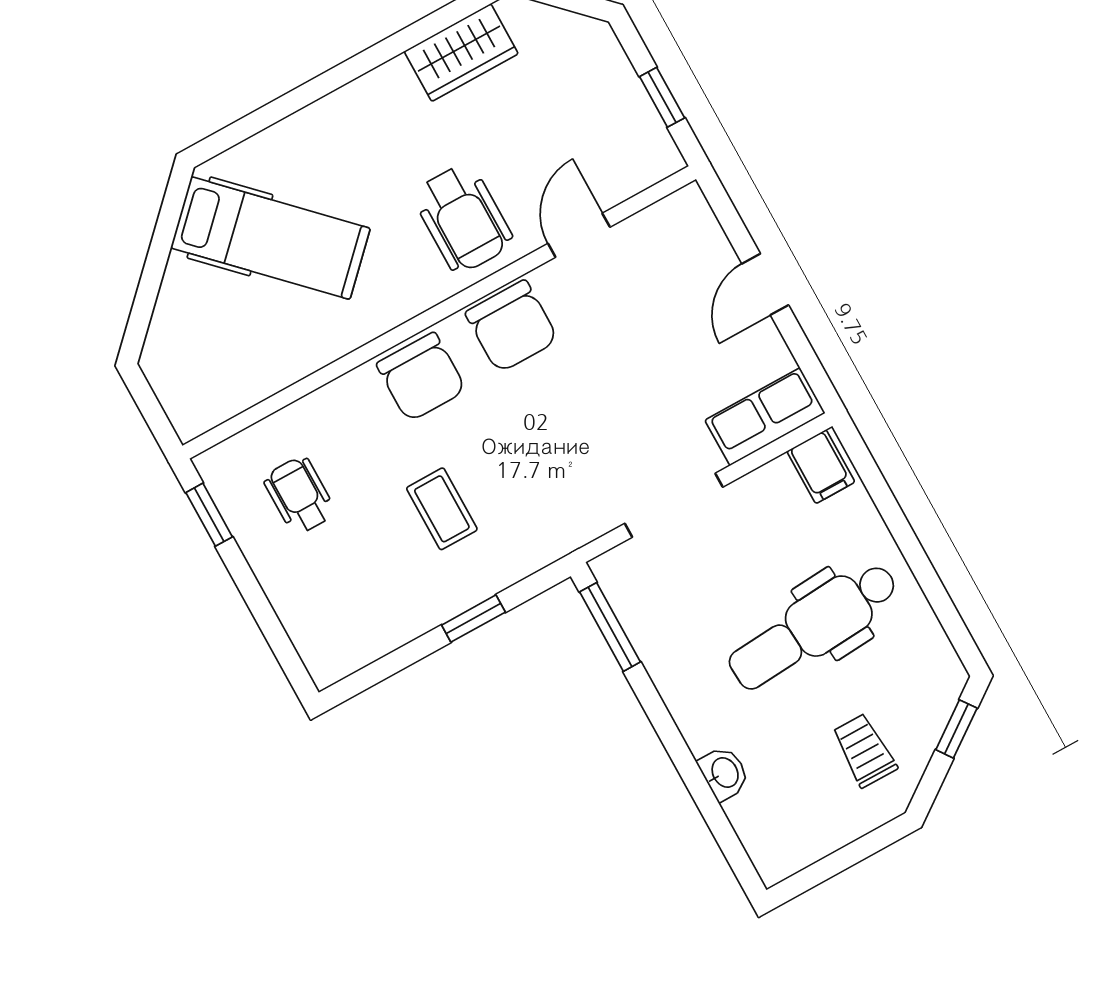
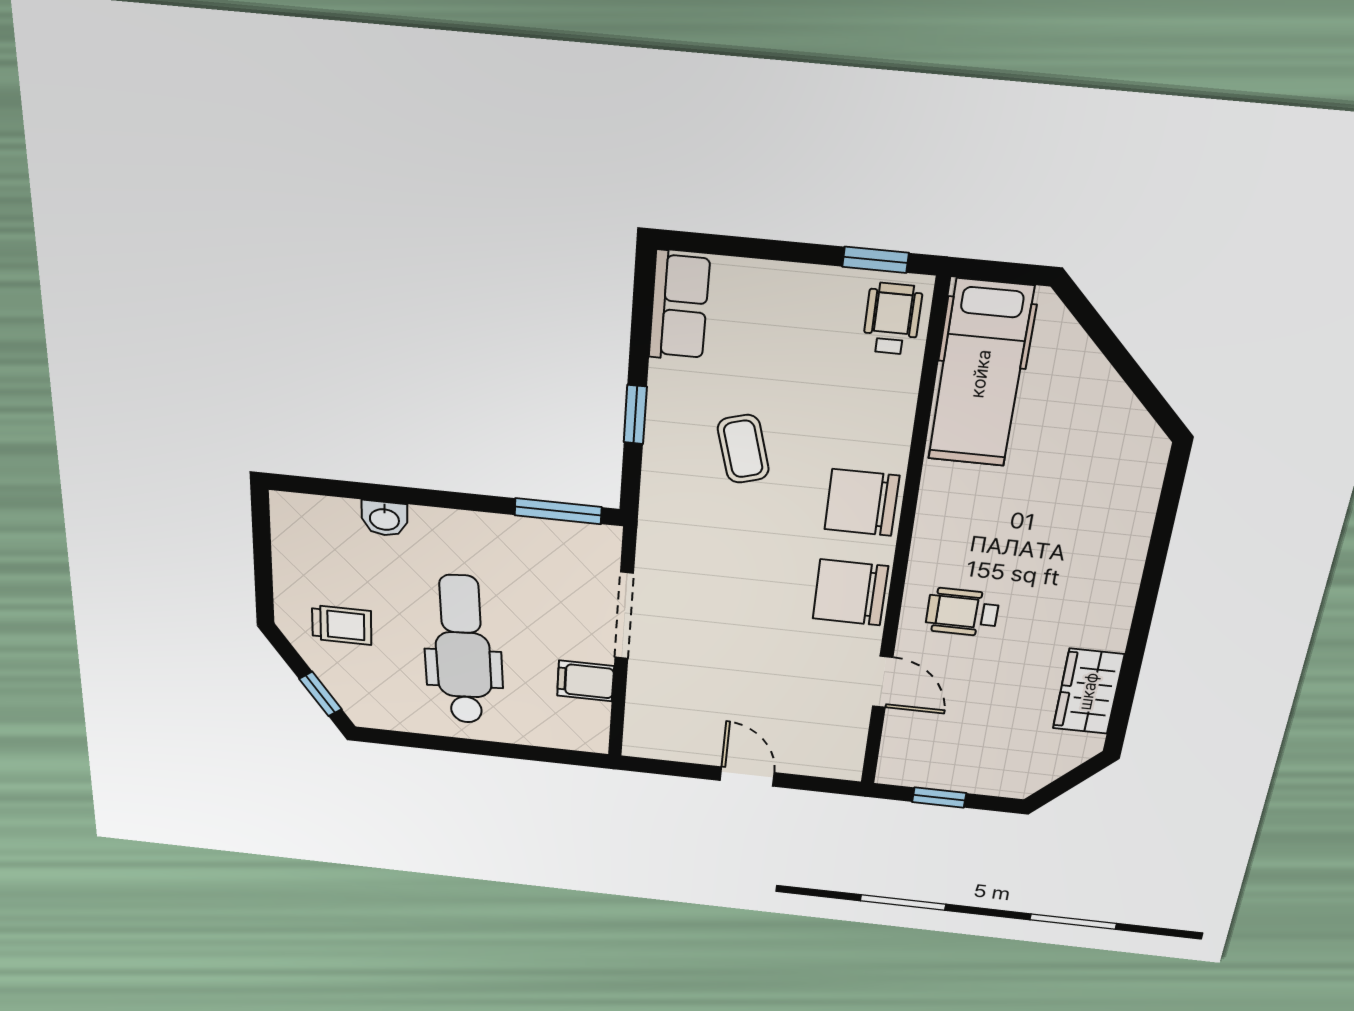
wheelchair: (463, 218) -> (962, 612), width x0.73, depth x0.73
hospital bed: (270, 238) -> (980, 374), moved, turned -45
row of seats: (765, 417) -> (679, 306), moved
filing cabinet: (821, 467) -> (586, 681), moved
wheelchair: (299, 495) -> (892, 319), moved, turned -90
coffee table: (442, 509) -> (743, 449), turned 74

